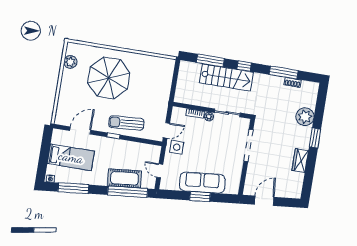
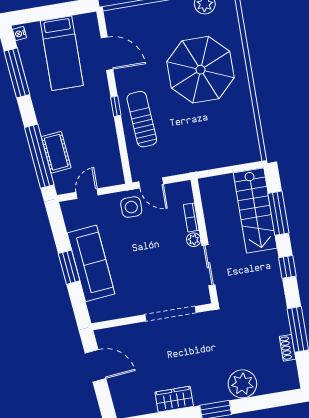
stairs: (226, 77) -> (255, 210), moved
cot: (124, 178) -> (56, 152), width x0.73, depth x0.75

